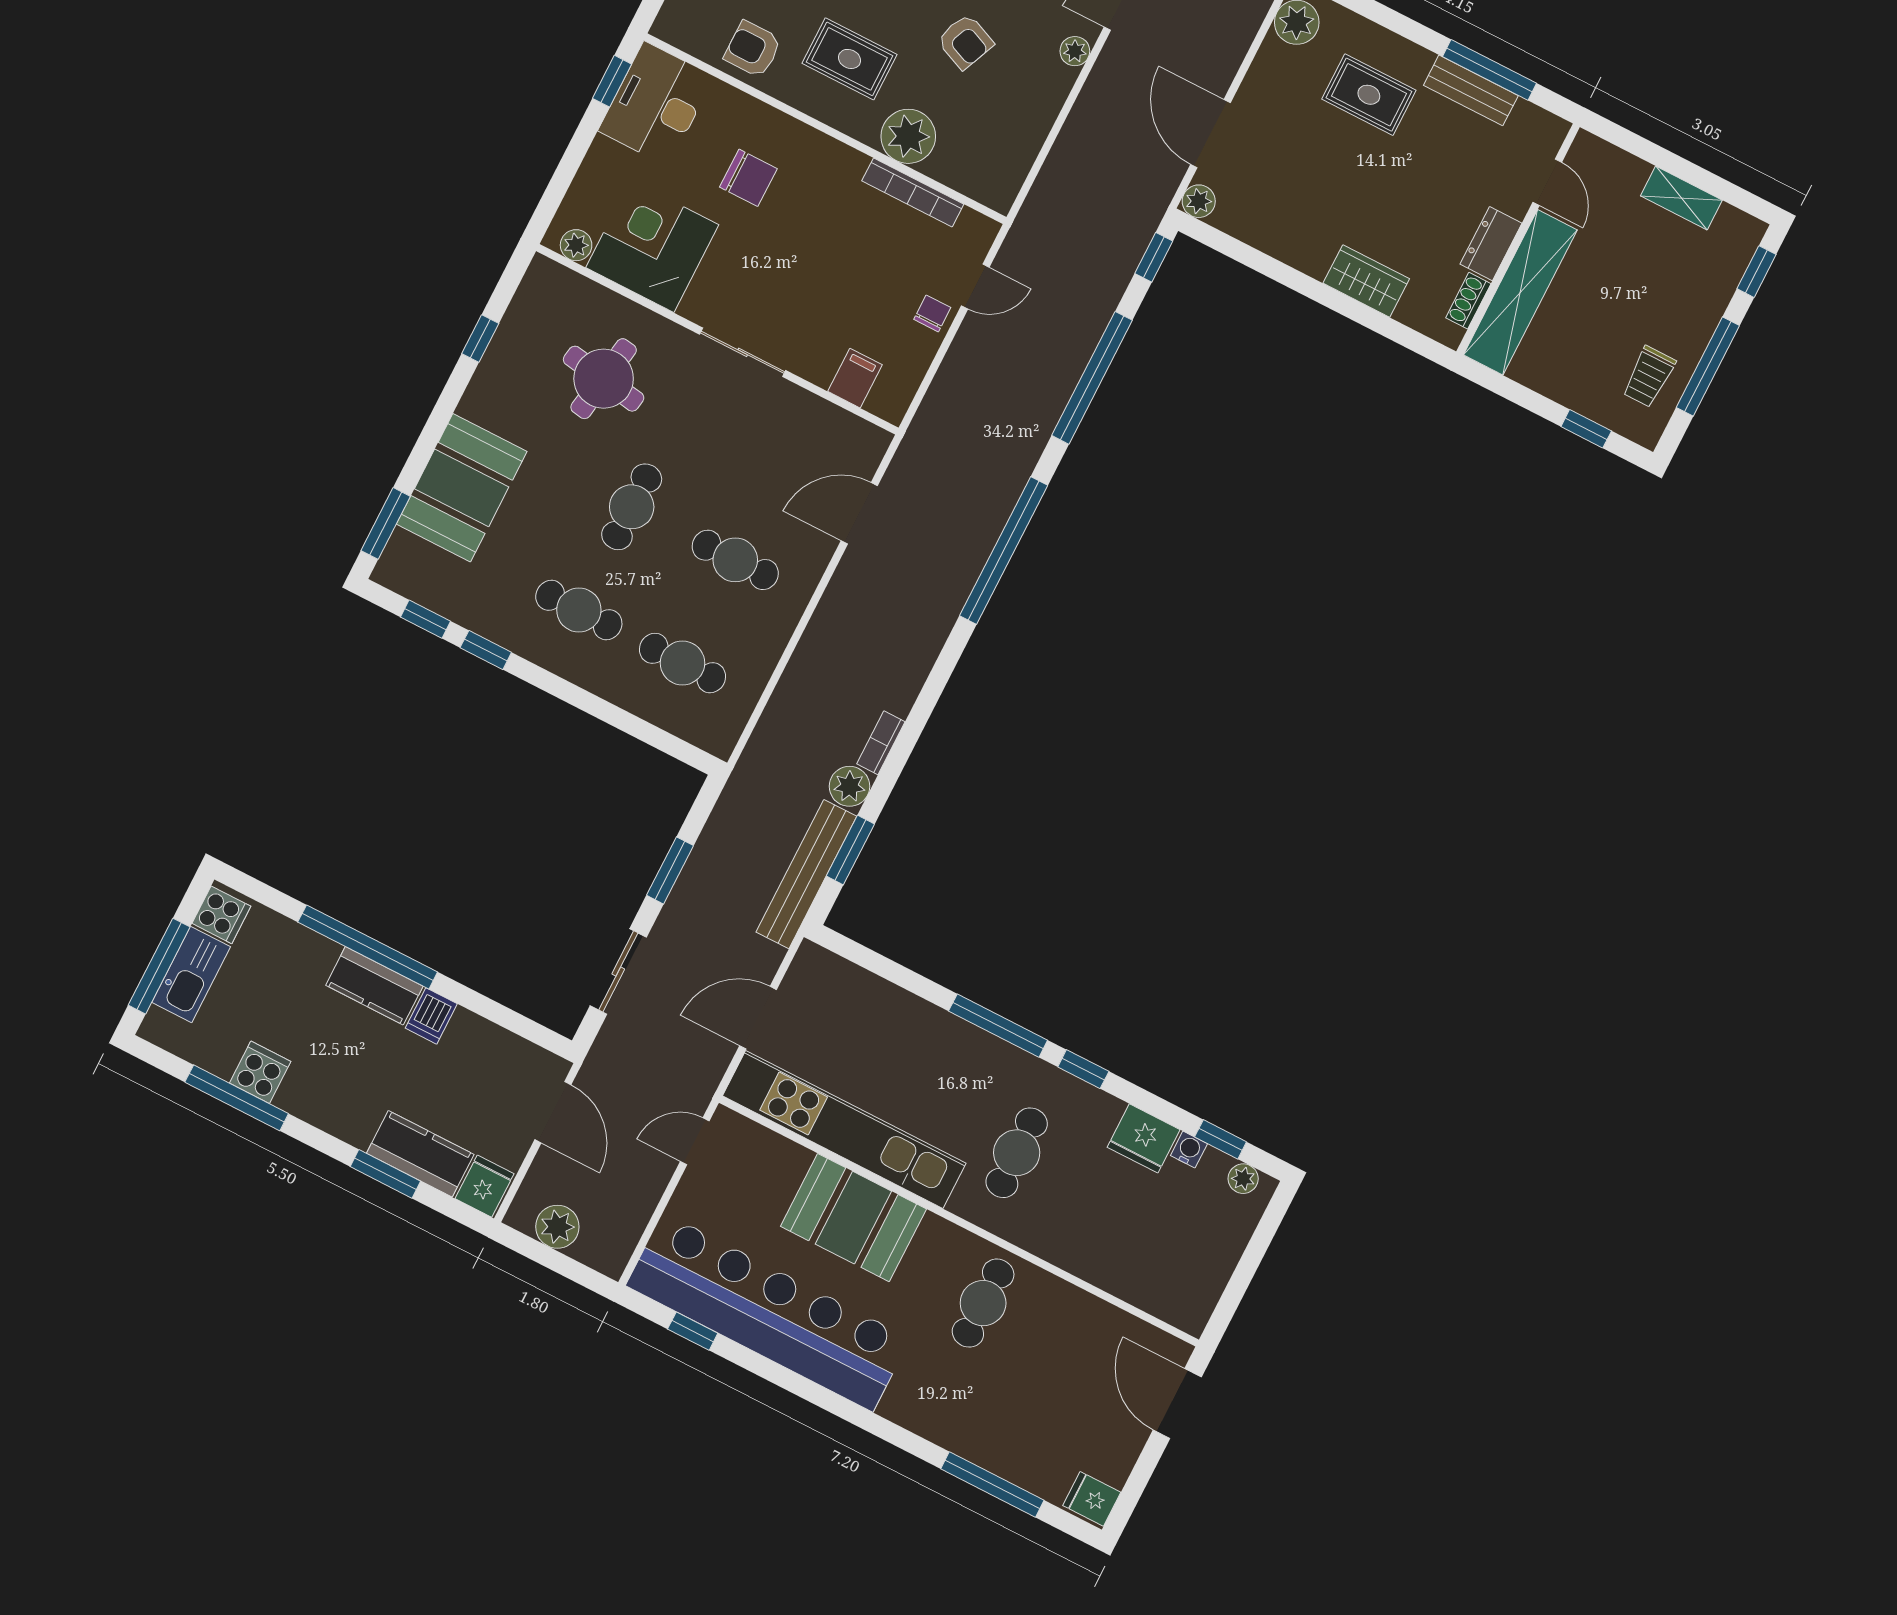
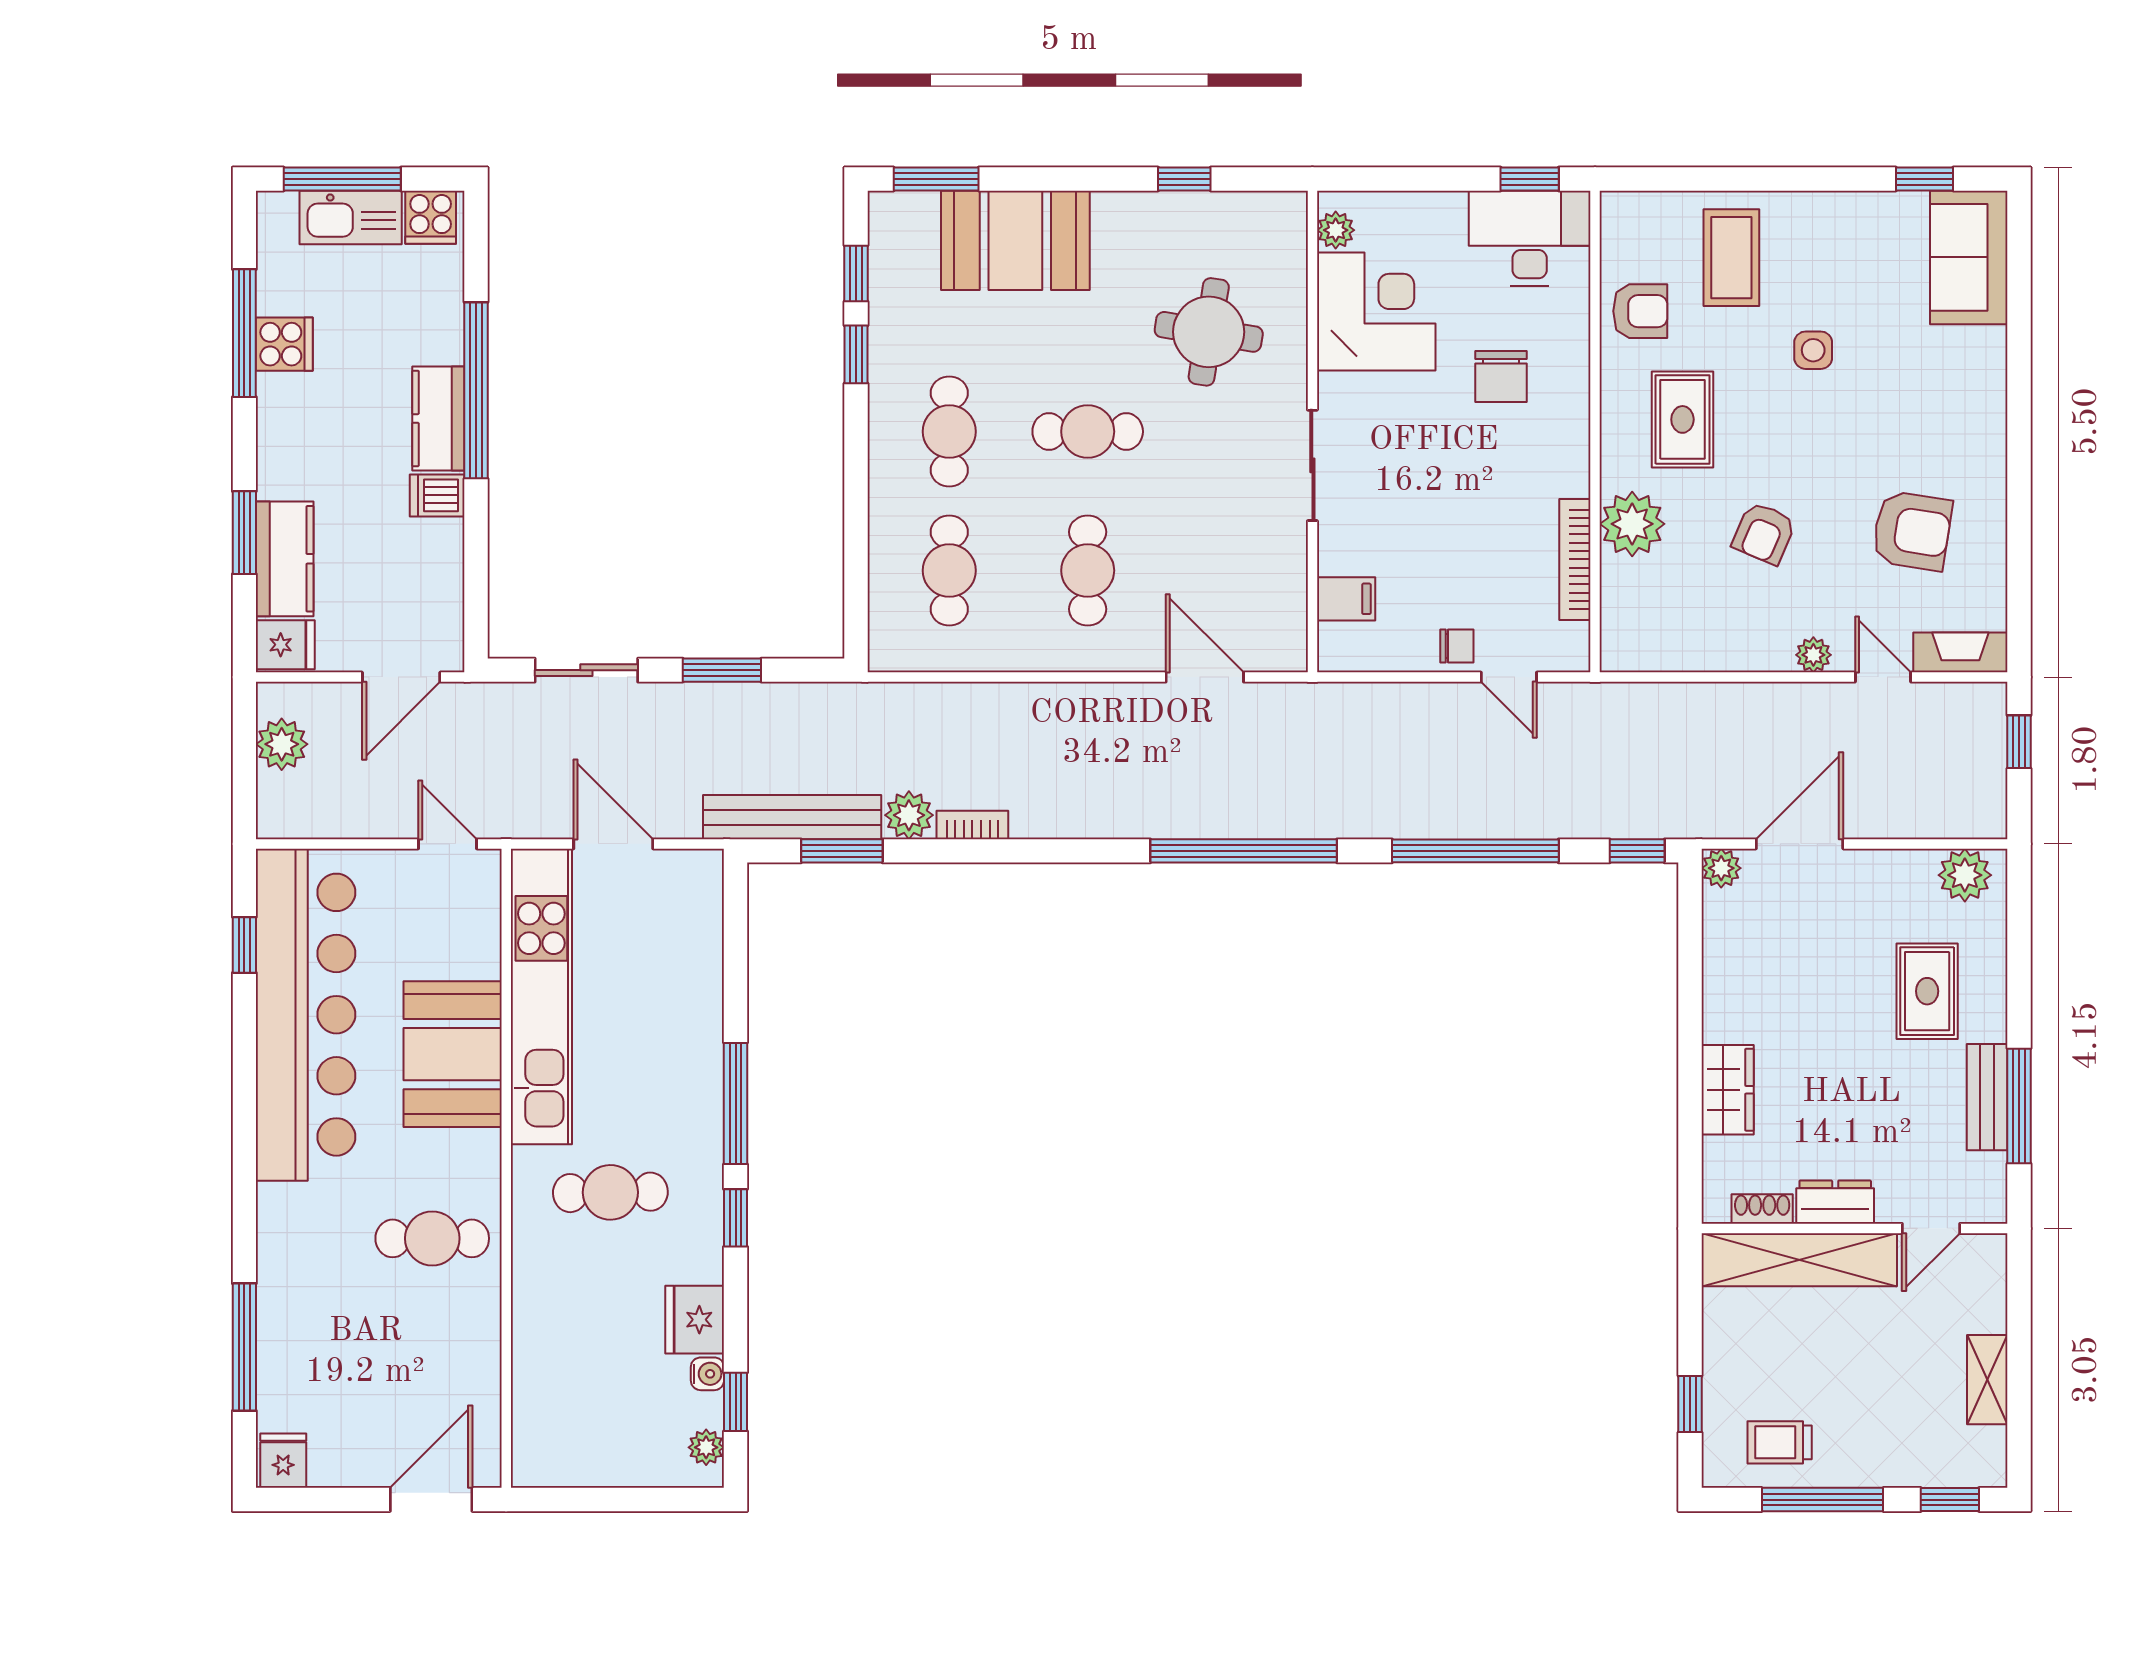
armchair: (753, 49) -> (1640, 311), turned 90

